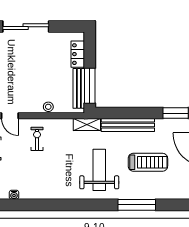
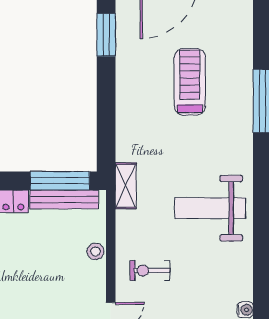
bench: (128, 125) -> (127, 116), removed
weight bench: (99, 170) -> (210, 208), moved

